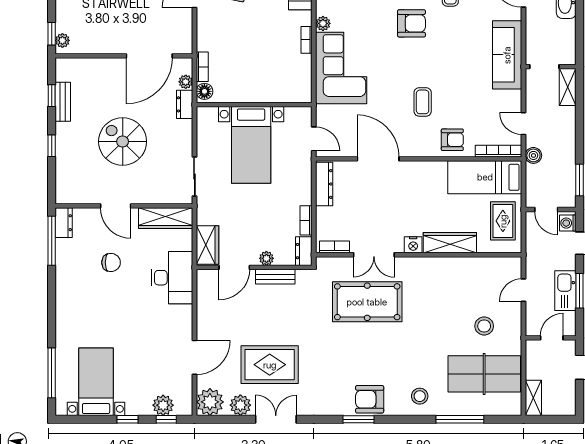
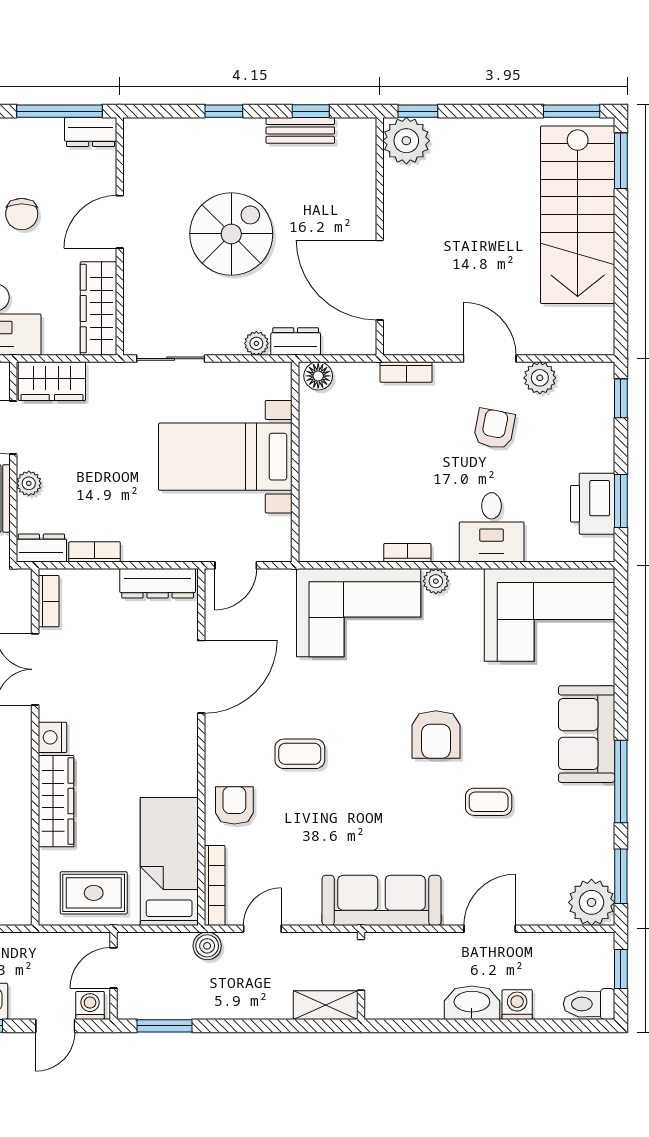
plant: (62, 40) -> (406, 141), width x1.88, depth x1.88
bookcase: (202, 67) -> (406, 372), moved
plant: (186, 82) -> (256, 343), moved
armchair: (452, 140) -> (234, 805), turned 180

